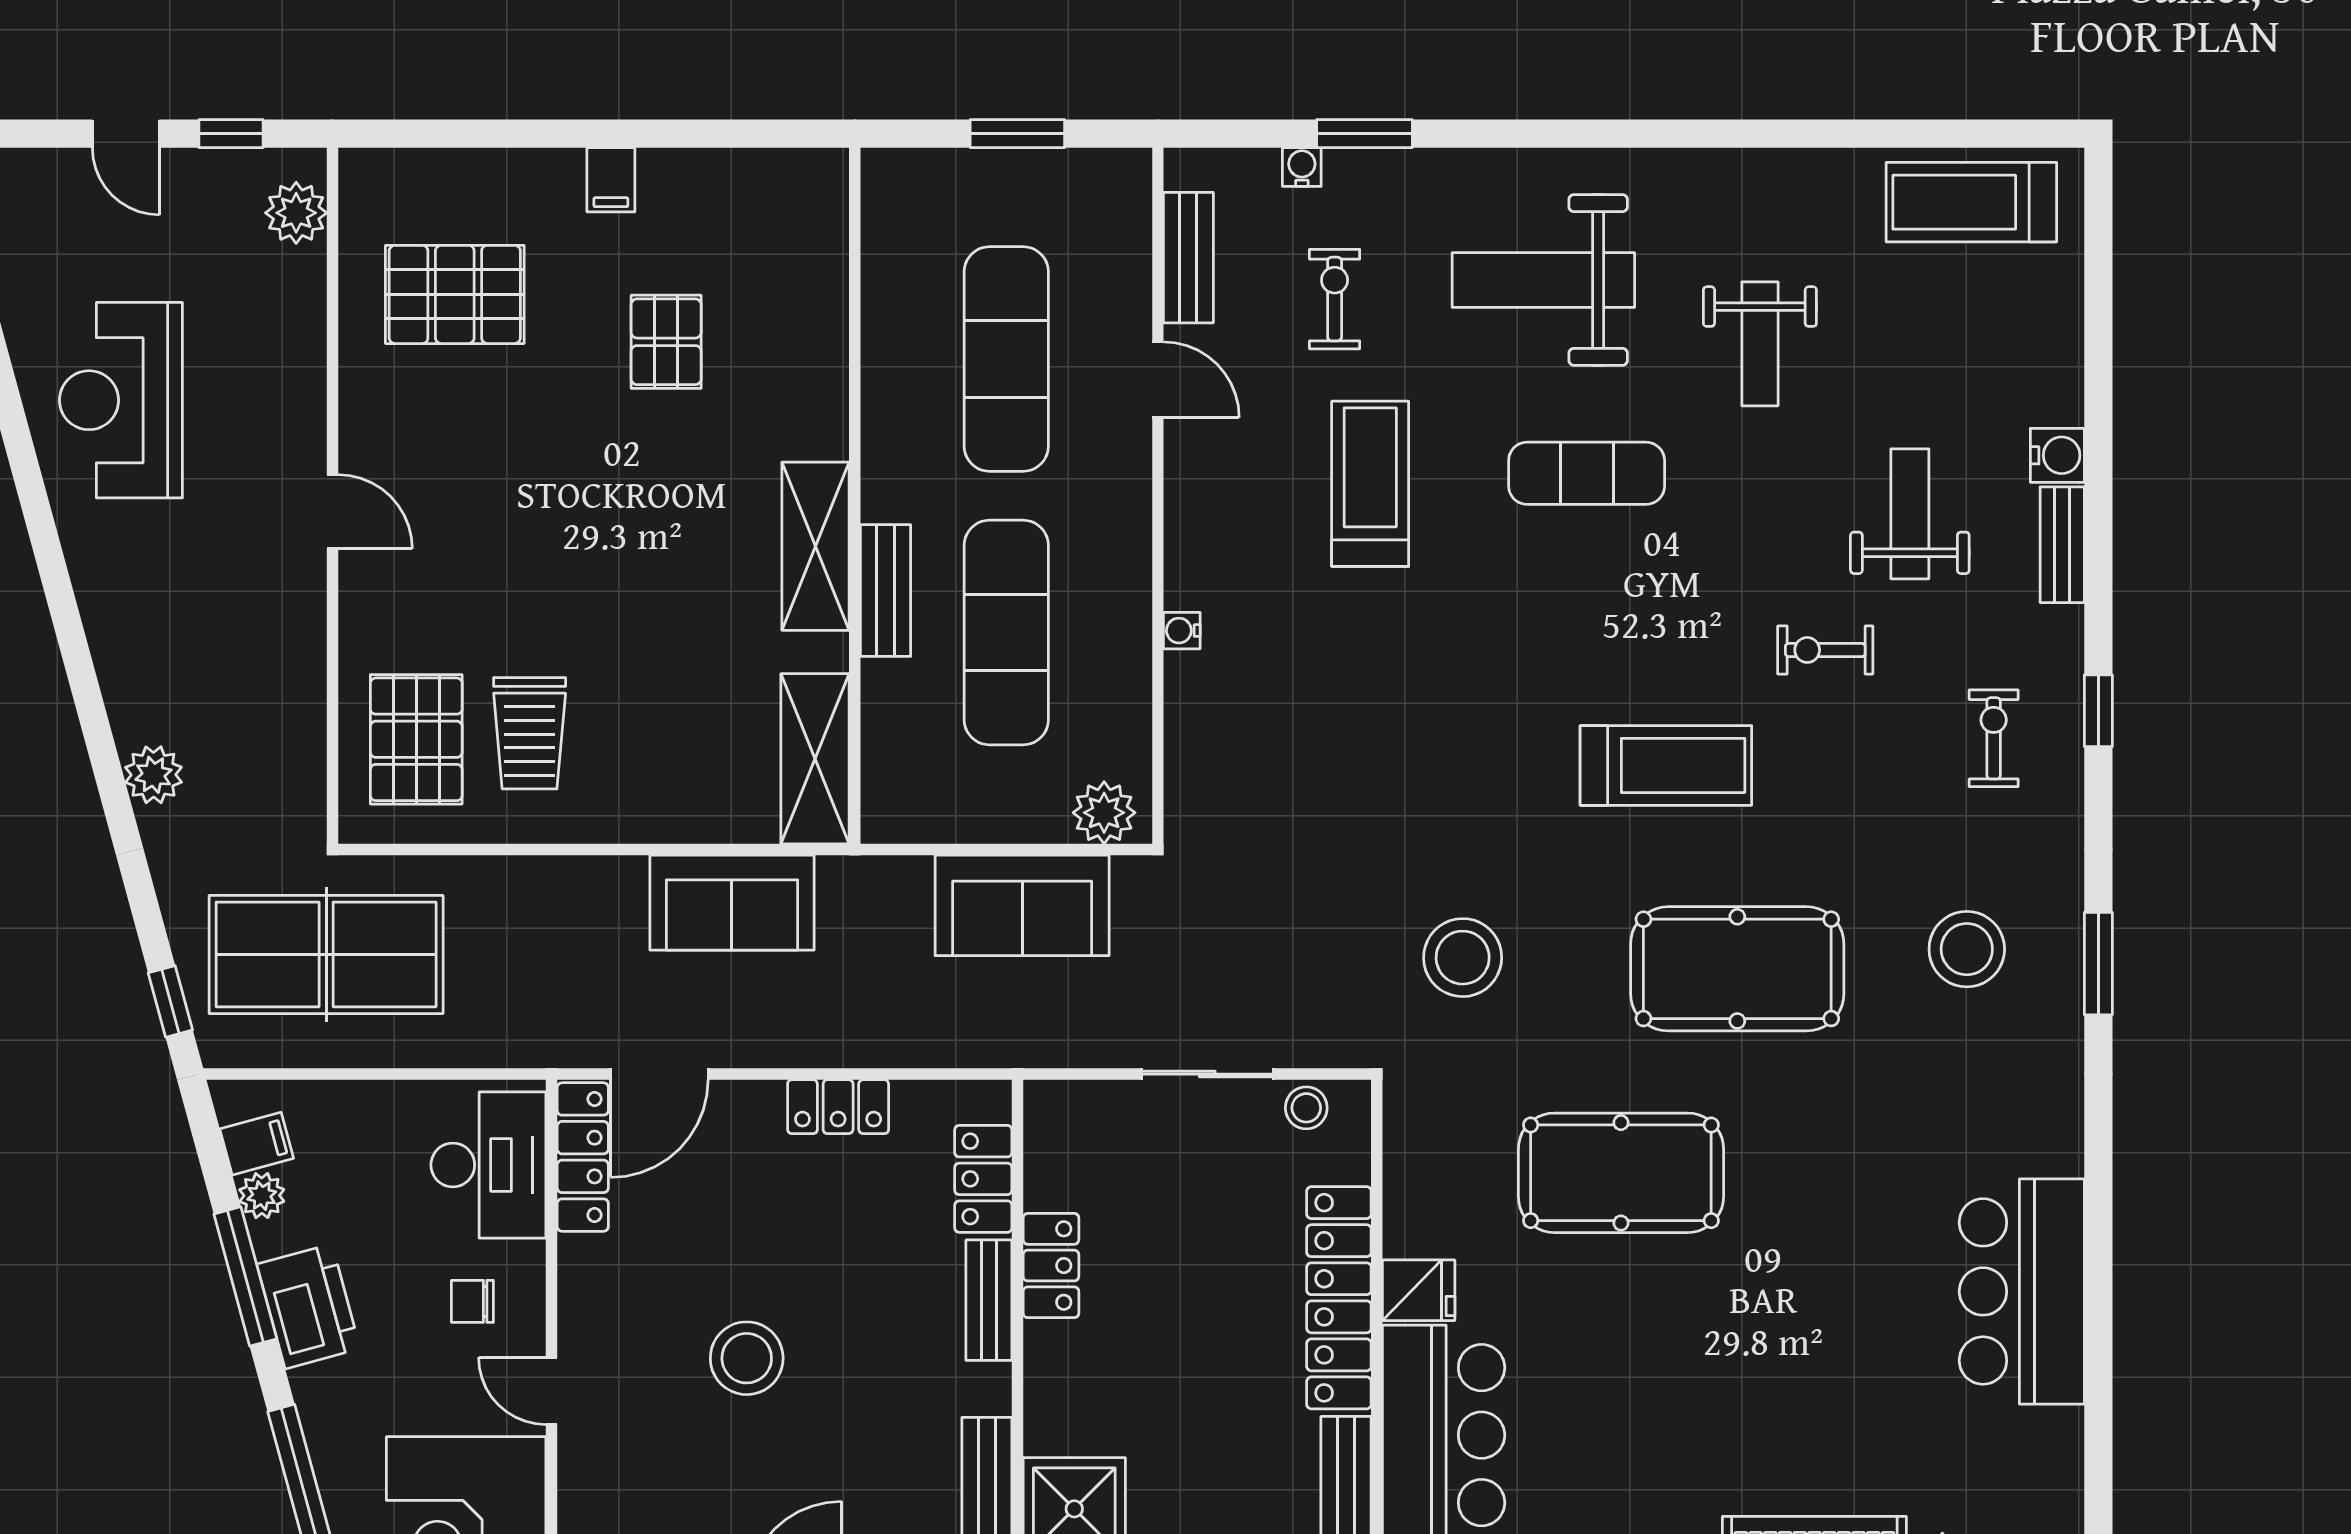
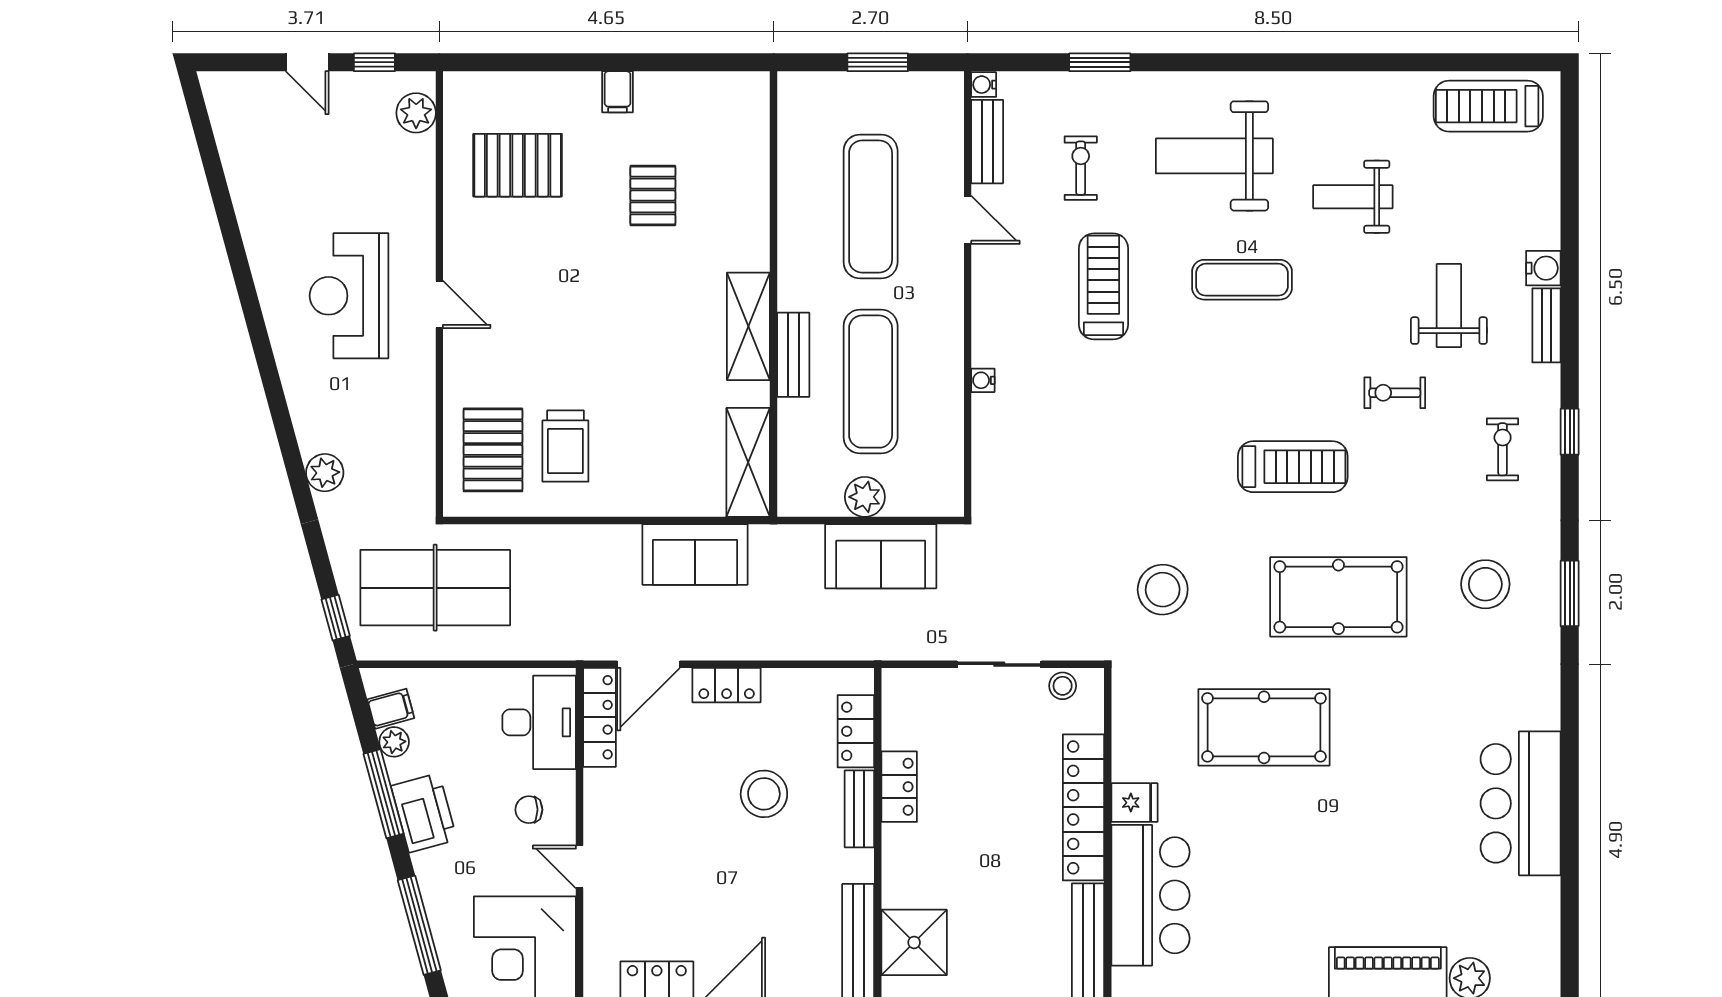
water cooler: (1302, 167) -> (984, 85), moved, turned -90
weight bench: (1760, 344) -> (1353, 197), turned 90
reception desk: (121, 400) -> (349, 296), moved
plant: (1104, 813) -> (865, 497), moved
locker: (838, 1107) -> (727, 685), moved
stool: (747, 1358) -> (764, 794), moved

